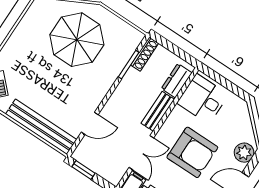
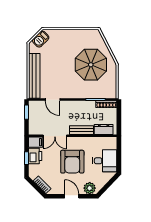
desk: (203, 99) -> (105, 161), moved, turned 90

